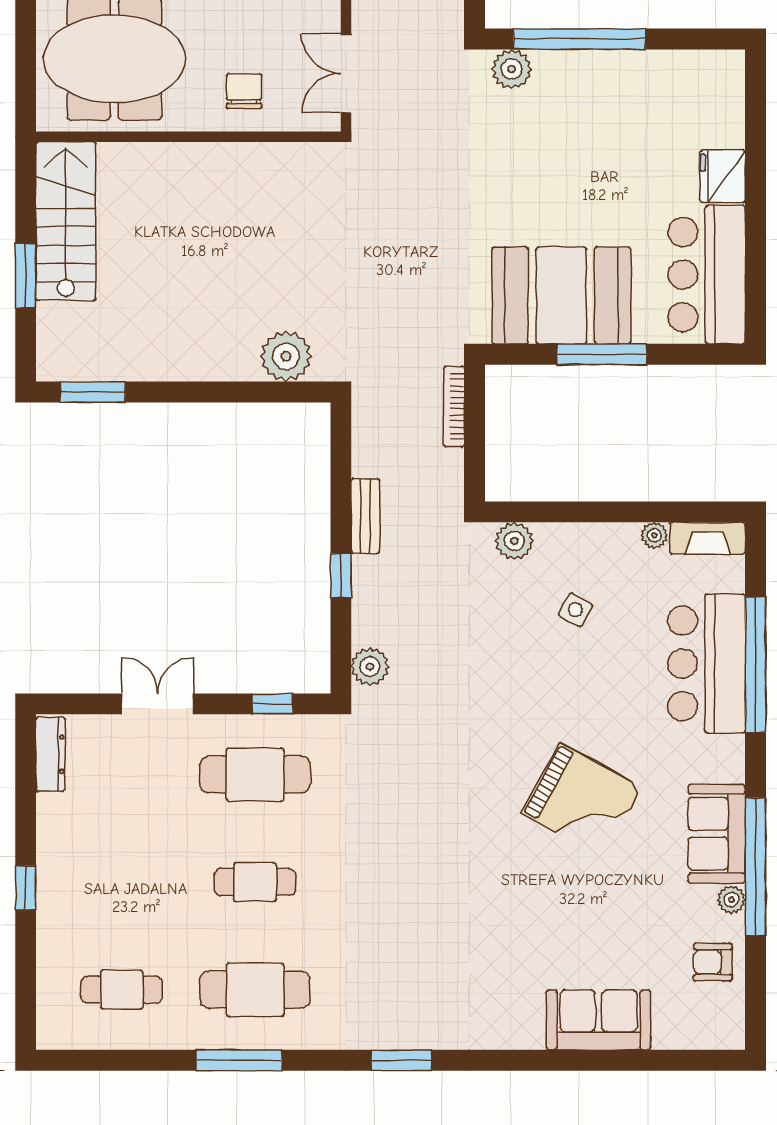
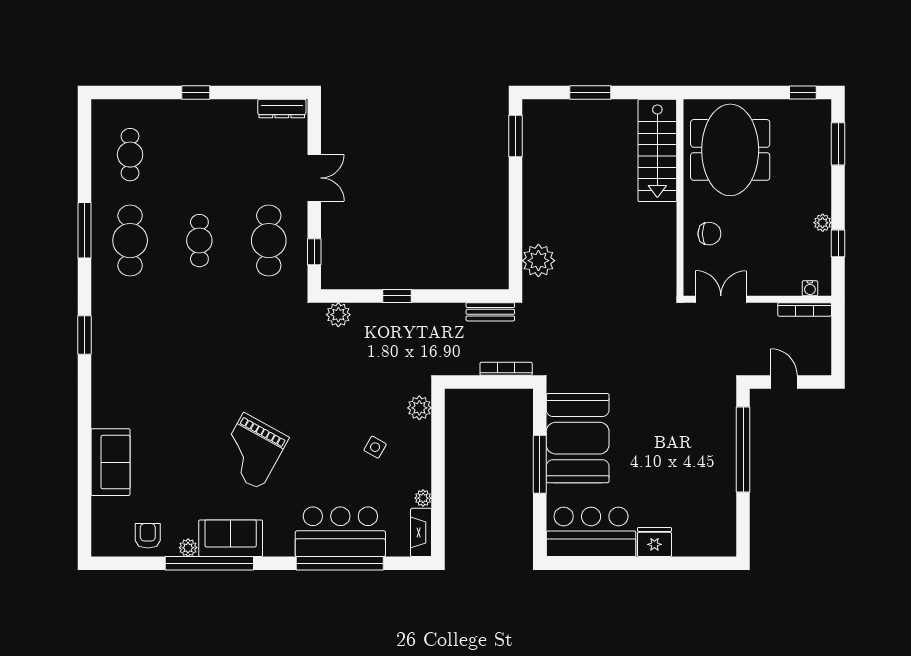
plant: (512, 69) -> (724, 406), removed
stairs: (66, 221) -> (657, 150), moved, turned 90
bench: (365, 516) -> (490, 312), moved

